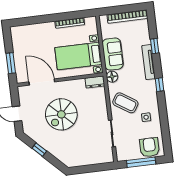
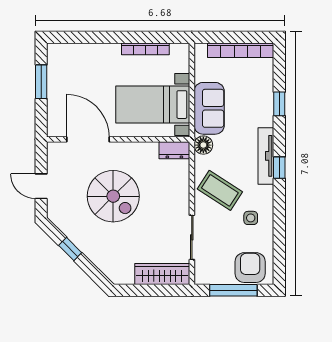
tv unit: (149, 62) -> (266, 156), moved
window: (11, 63) -> (41, 82), moved
spiral stairs: (61, 114) -> (113, 196), turned -90
wardrobe: (97, 158) -> (162, 274), added

